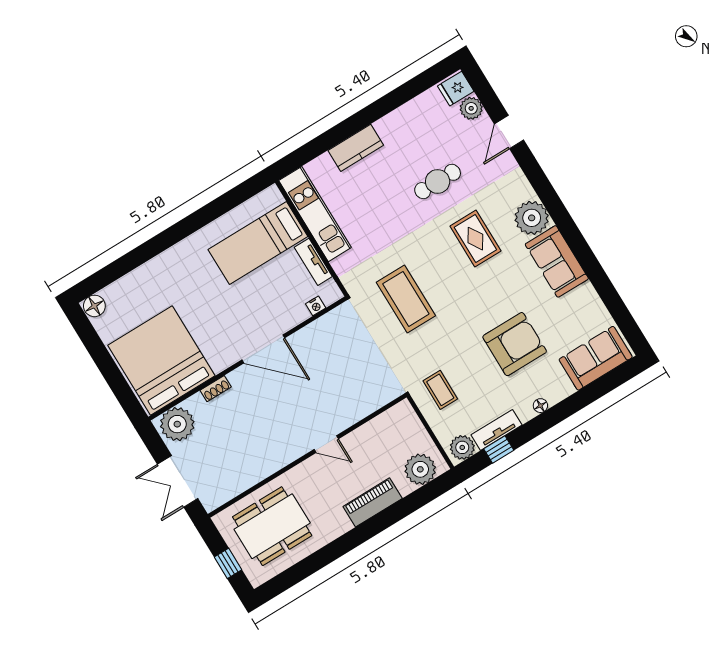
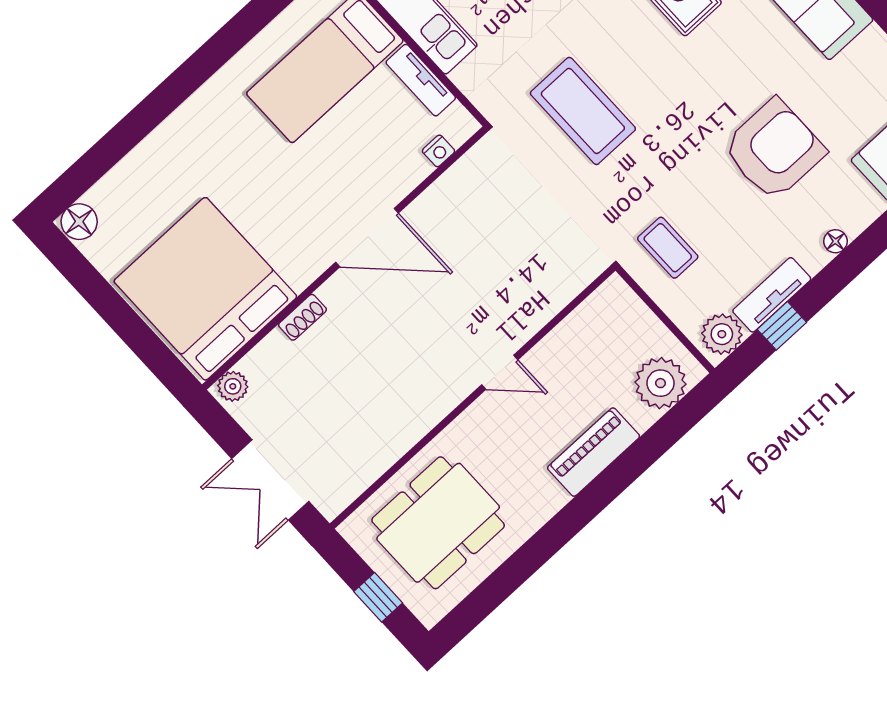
plant: (177, 424) -> (233, 386), width x0.53, depth x0.53

